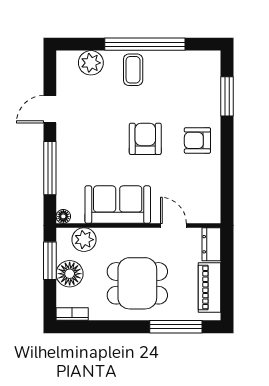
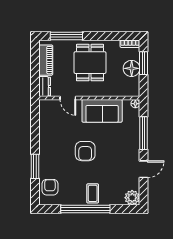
plant: (91, 63) -> (132, 198), moved
window: (227, 96) -> (35, 166), moved
armchair: (197, 140) -> (50, 187), moved, turned -90
plant: (84, 240) -> (123, 89), removed
window: (50, 261) -> (144, 63), moved
dining table: (137, 283) -> (90, 63), turned 90

